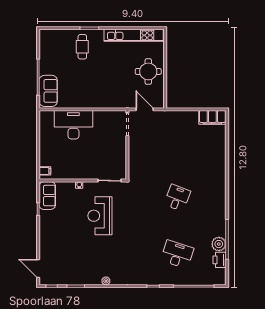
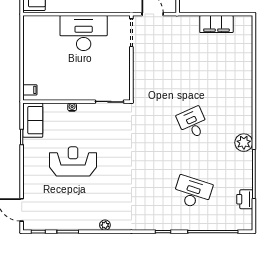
filing cabinet: (212, 117) -> (216, 24), moved
desk: (73, 125) -> (84, 33), moved
desk: (177, 198) -> (193, 123), turned -45
reception desk: (100, 216) -> (73, 161), moved, turned 90
plant: (219, 244) -> (244, 143), moved

